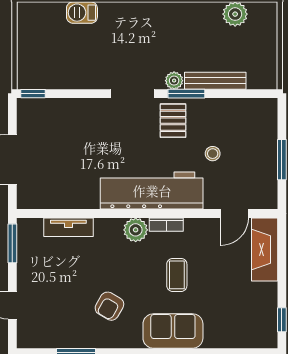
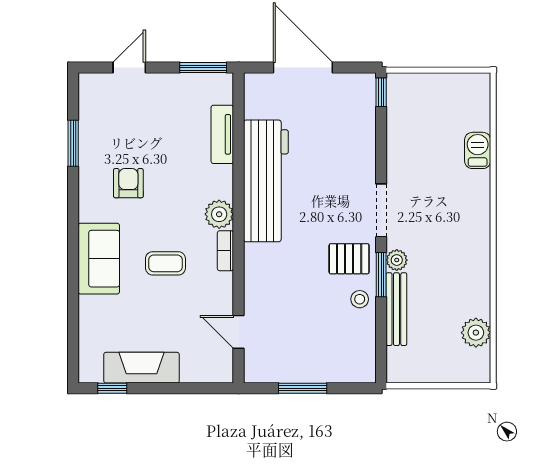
stool: (213, 154) -> (360, 299), moved
workbench: (152, 191) -> (266, 181), moved
fireplace: (265, 249) -> (142, 368), moved
armchair: (109, 306) -> (128, 183), turned 60

